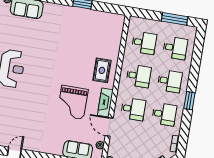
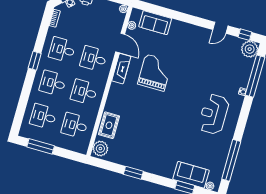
plant: (117, 23) -> (100, 149), added
rug: (102, 70) -> (109, 125), moved

